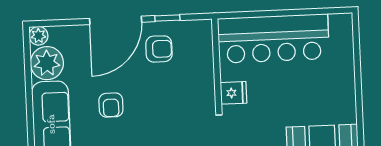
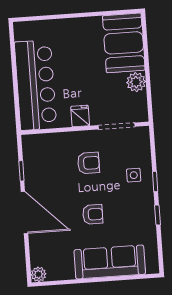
armchair: (159, 49) -> (88, 163), moved, turned 90
plant: (47, 63) -> (60, 267), removed

